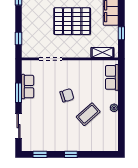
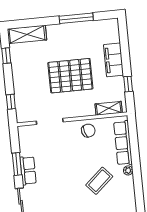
row of seats: (112, 77) -> (123, 143), width x1.48
row of seats: (28, 87) -> (28, 171), moved
chair: (67, 95) -> (88, 131), moved

